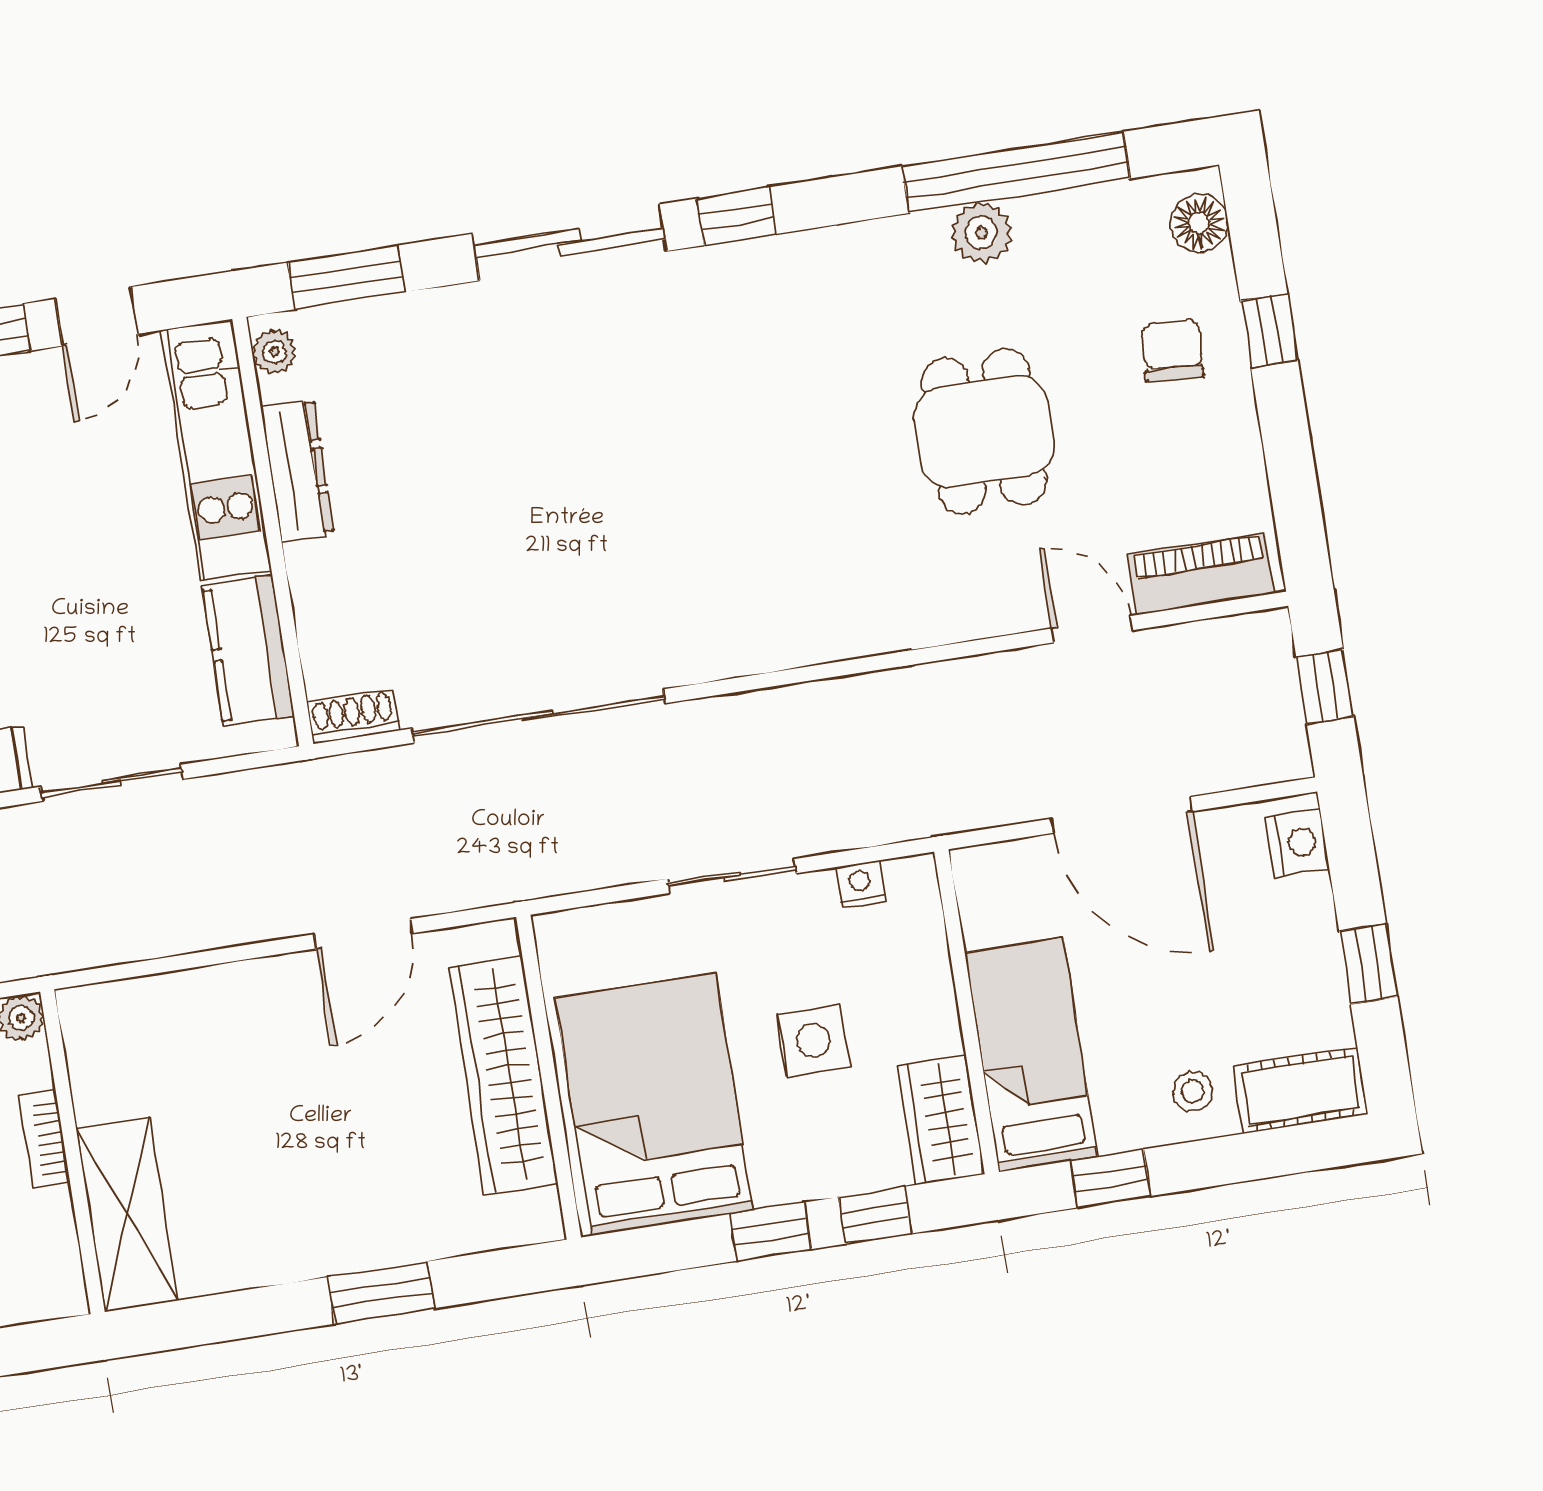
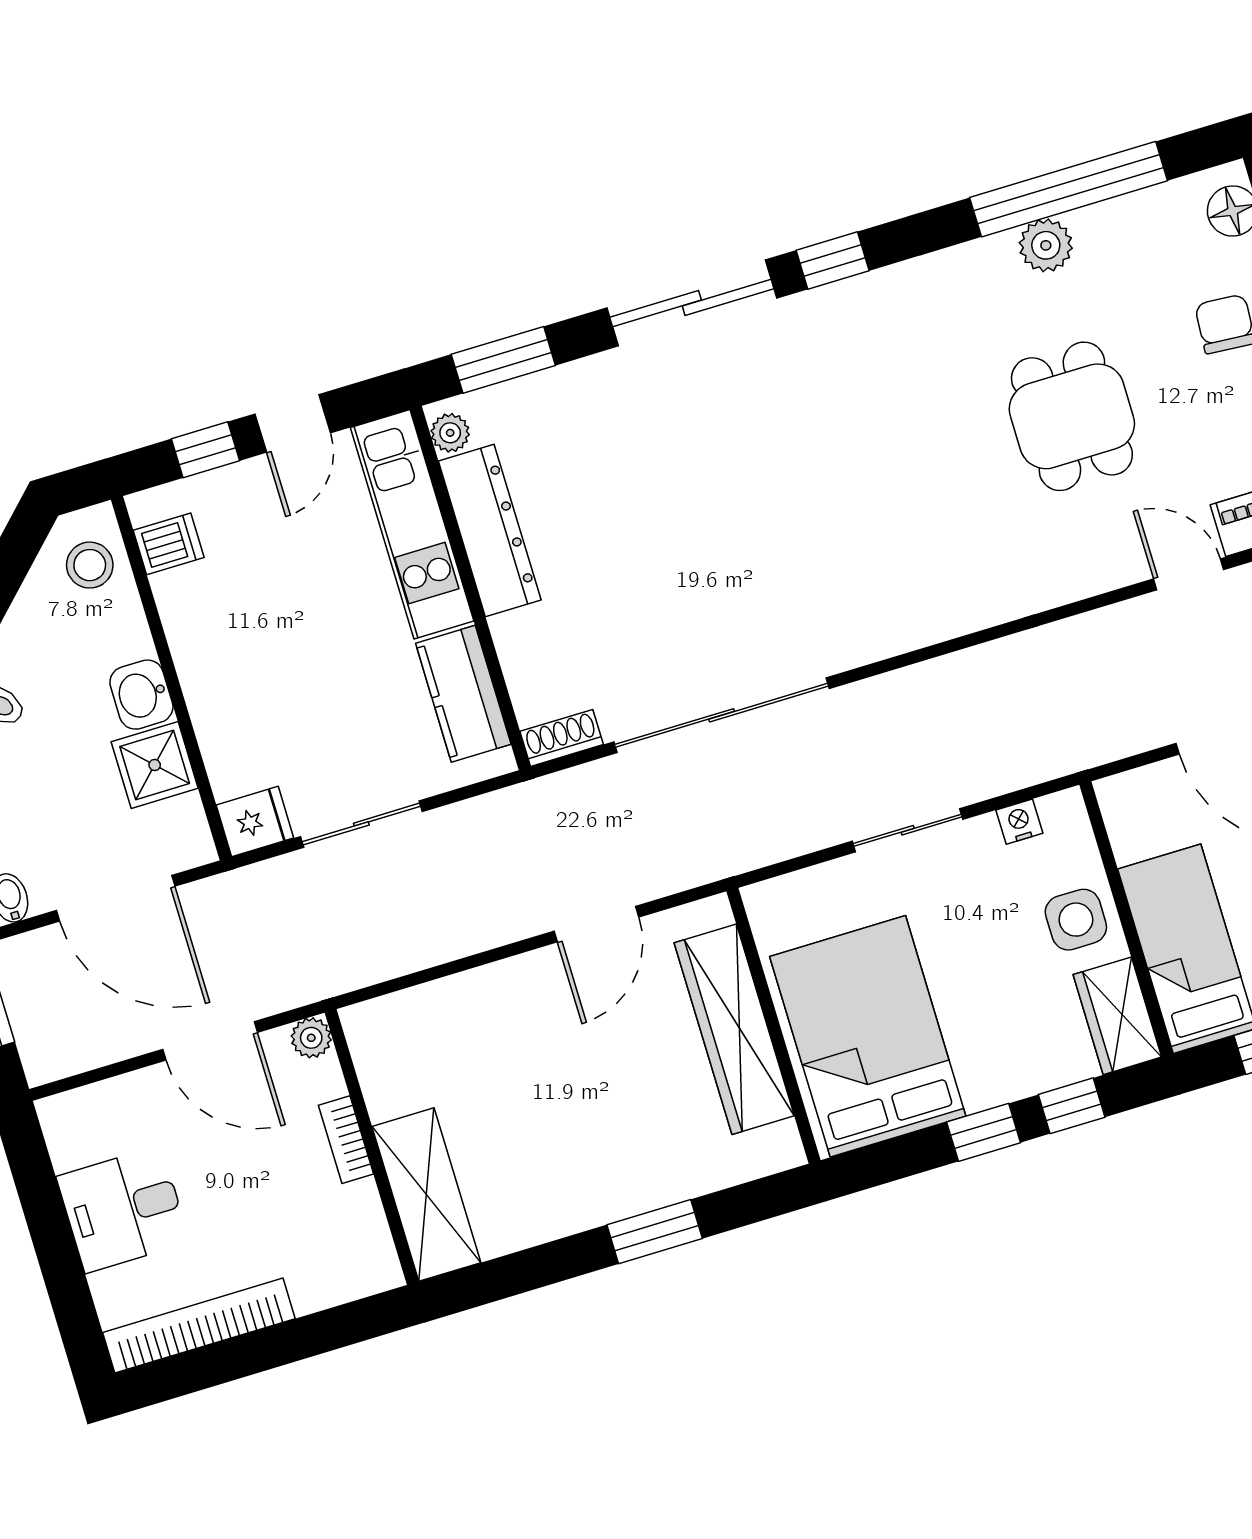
dresser: (297, 470) -> (490, 531), width x1.37, depth x1.24
side table: (813, 1041) -> (1076, 920), moved

